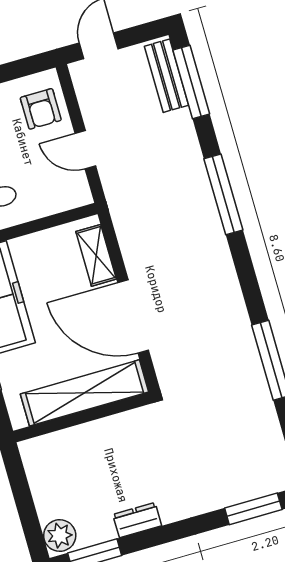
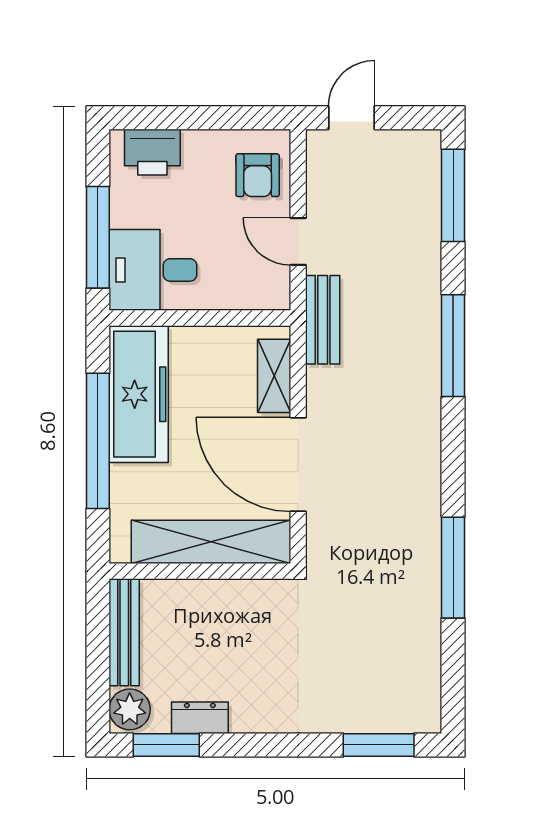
bench: (166, 76) -> (323, 320), moved
bench: (39, 479) -> (124, 632), added
dresser: (137, 520) -> (200, 718), moved

